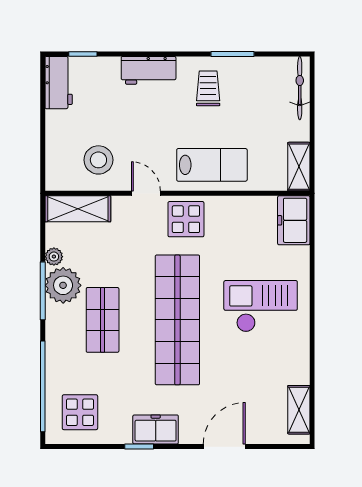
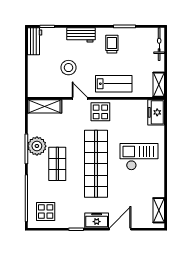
stool: (98, 160) -> (68, 68), moved
plant: (54, 257) -> (32, 131), removed
freezer: (156, 429) -> (97, 220), moved

